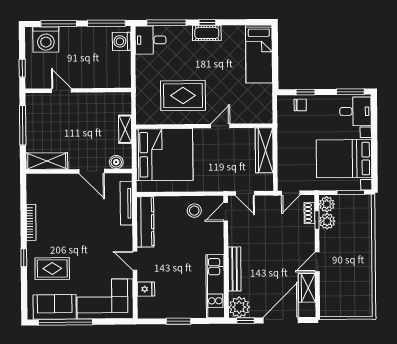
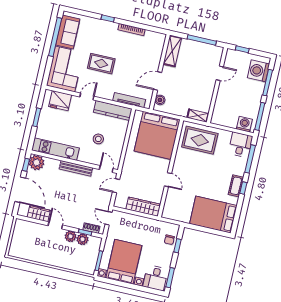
bed: (259, 54) -> (213, 215), width x1.50
rug: (183, 96) -> (200, 140), moved, turned 90
shelving: (125, 129) -> (198, 116), moved
plant: (327, 204) -> (70, 236), moved
stool: (194, 211) -> (98, 139), moved
rug: (52, 269) -> (101, 64), moved, turned 90
bench: (235, 269) -> (76, 168), moved
fridge: (146, 289) -> (60, 101), width x1.88, depth x1.34

